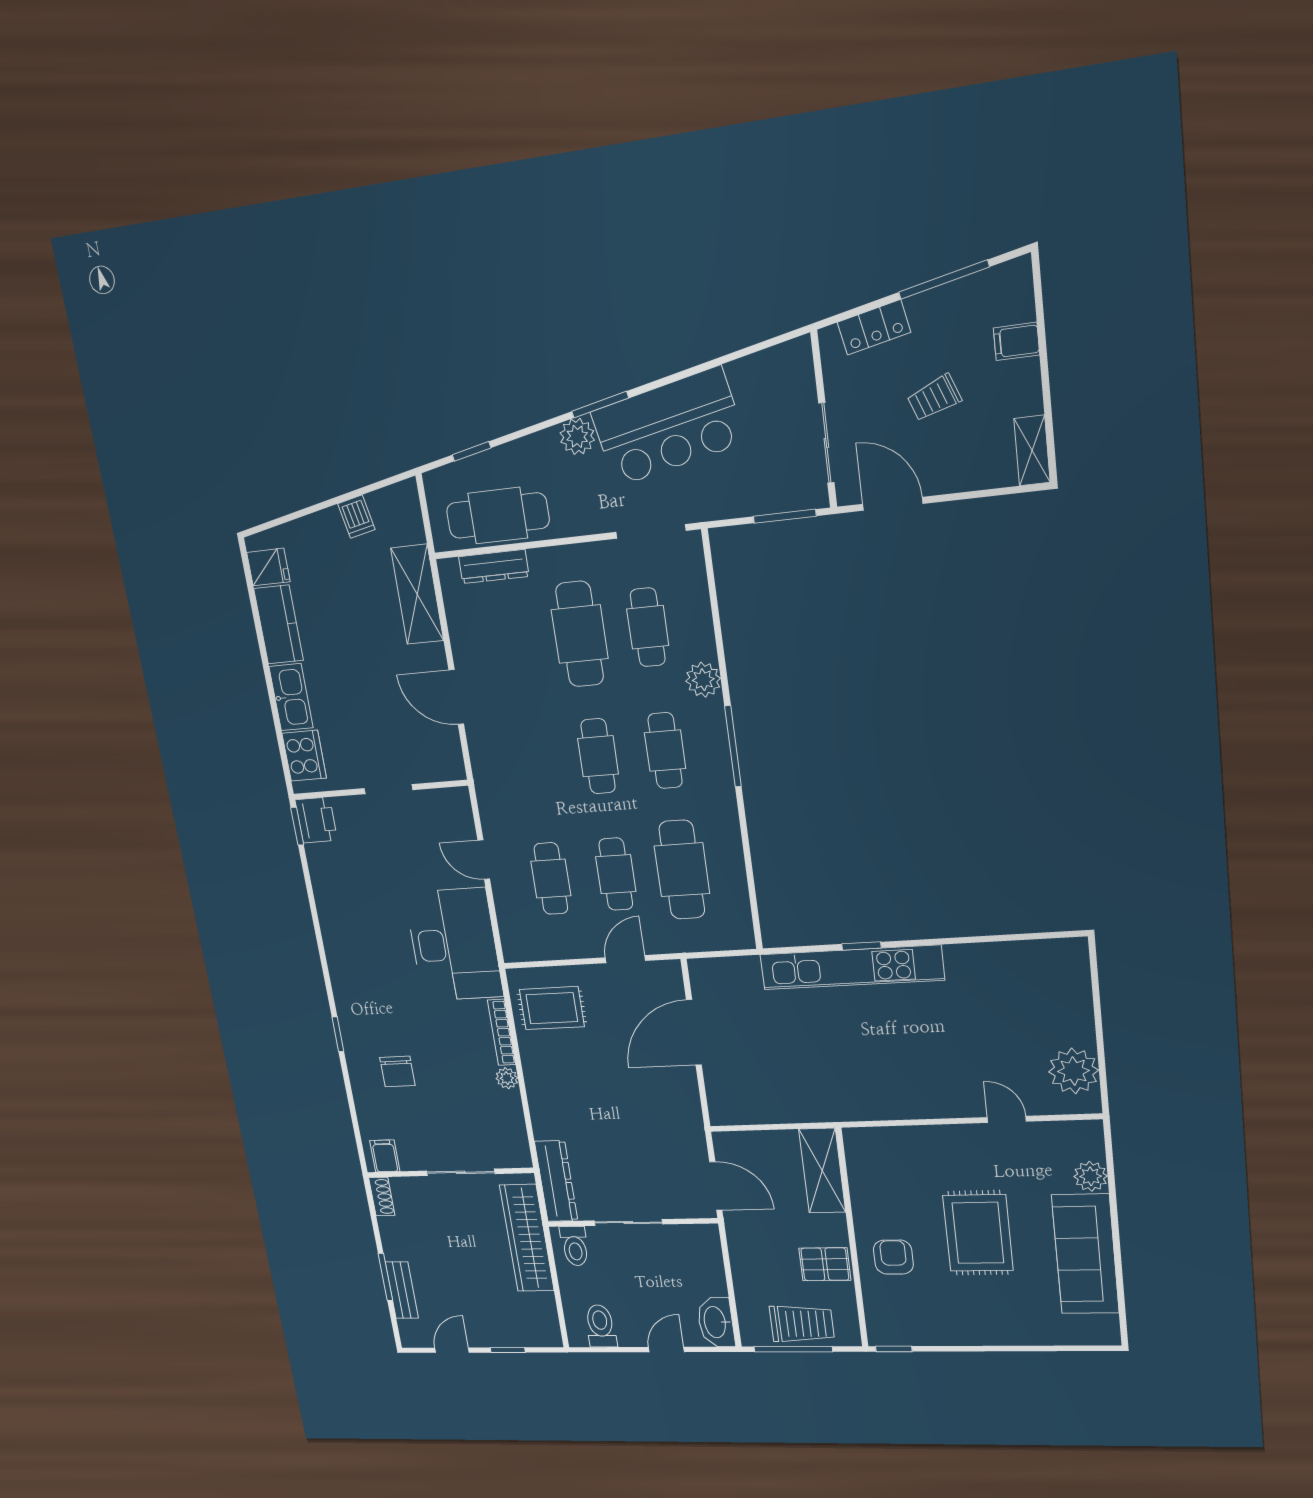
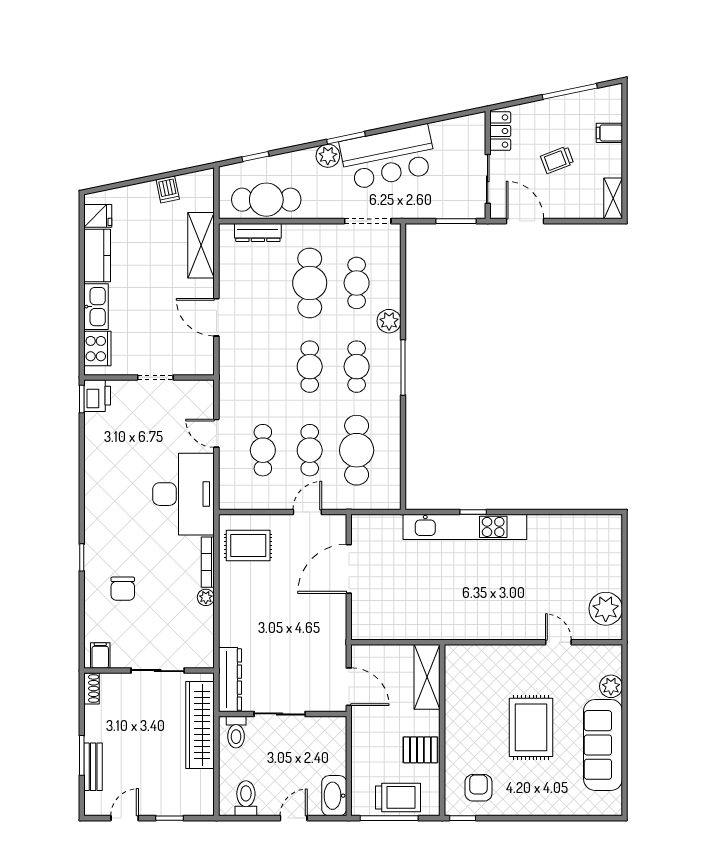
locker: (874, 327) -> (500, 131), moved, turned -78
armchair: (893, 1257) -> (478, 788), moved

